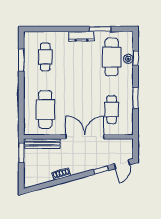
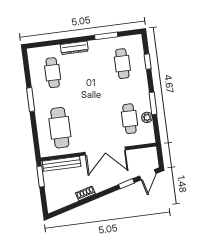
dresser: (81, 36) -> (74, 48), moved
cafe table: (112, 57) -> (122, 64), width x0.73, depth x0.74
plant: (128, 59) -> (147, 117), moved
window: (21, 60) -> (31, 100), moved
double door: (85, 137) -> (105, 151), swing flipped

